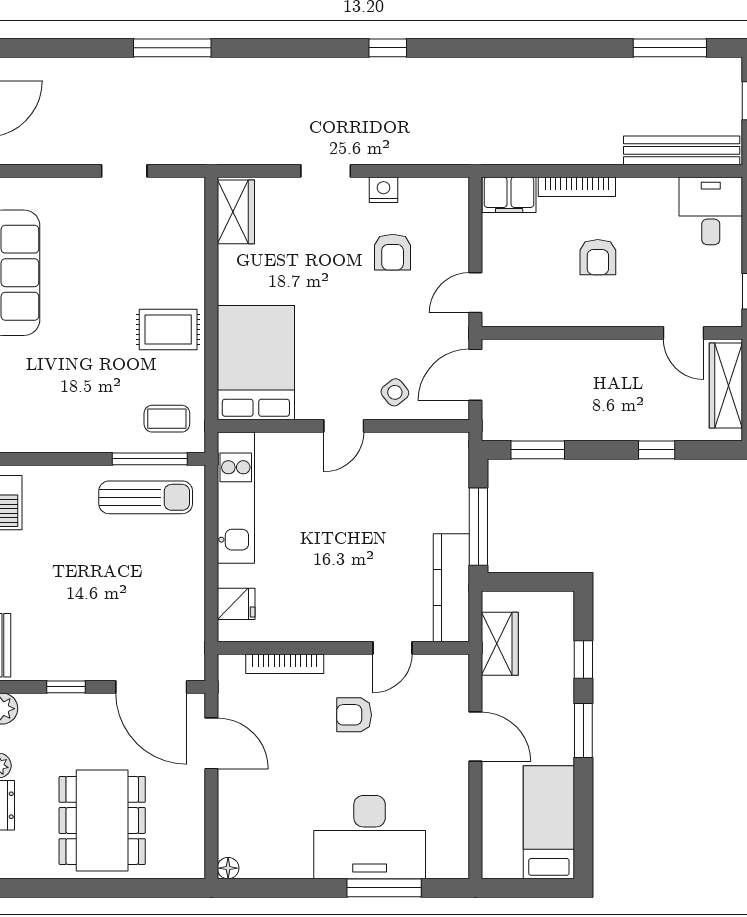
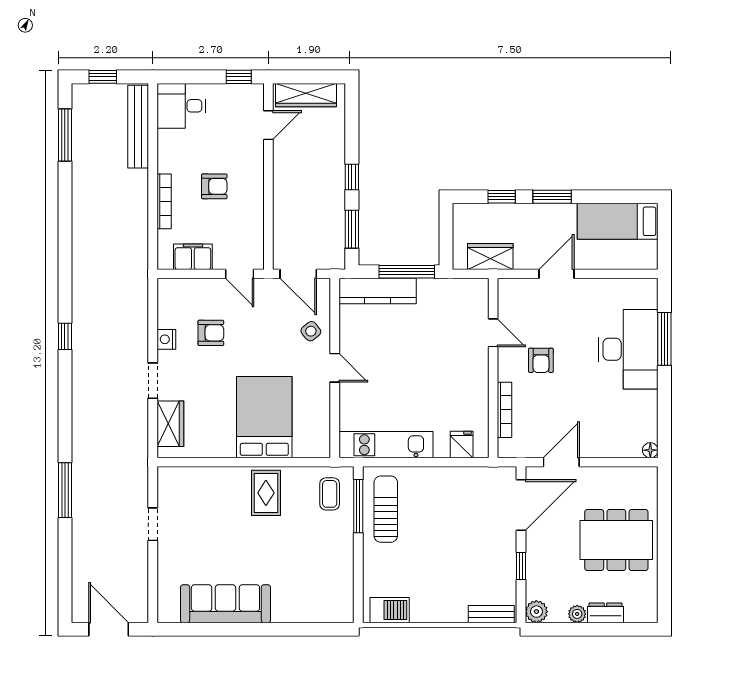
filing cabinet: (509, 195) -> (193, 257), moved, turned -90
wardrobe: (236, 212) -> (170, 424), moved, turned 90
bed: (256, 363) -> (264, 417), moved, turned 90
window: (657, 450) -> (352, 177), moved
kitchen counter: (451, 588) -> (378, 291), moved

